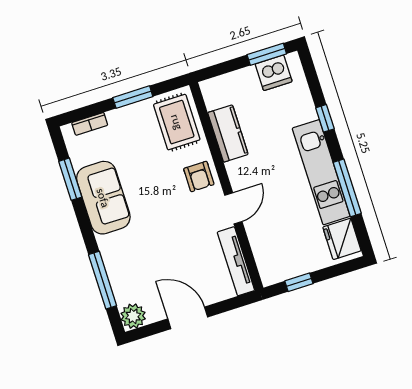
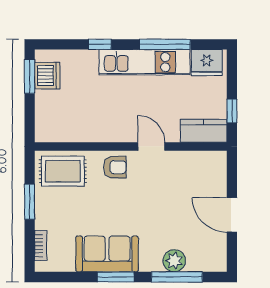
kitchen counter: (228, 133) -> (204, 131), moved
window: (70, 179) -> (116, 277), moved
tv unit: (236, 261) -> (197, 159), removed
plant: (133, 316) -> (174, 261), moved
door: (188, 318) -> (232, 215), hinge flipped

